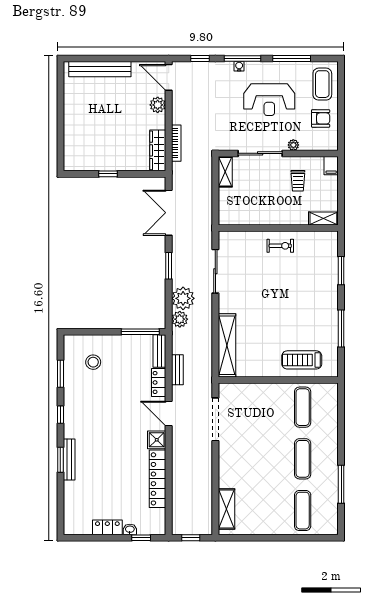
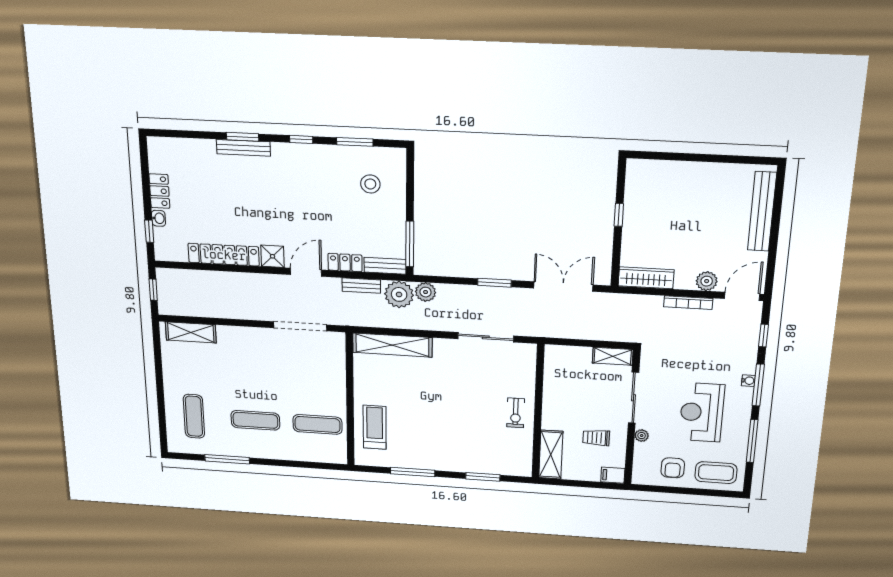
bookcase: (176, 143) -> (688, 303), moved
shelving: (323, 218) -> (551, 455), width x1.50, depth x1.33
plant: (183, 298) -> (399, 294), moved
exercise mat: (303, 511) -> (194, 416), turned 90

